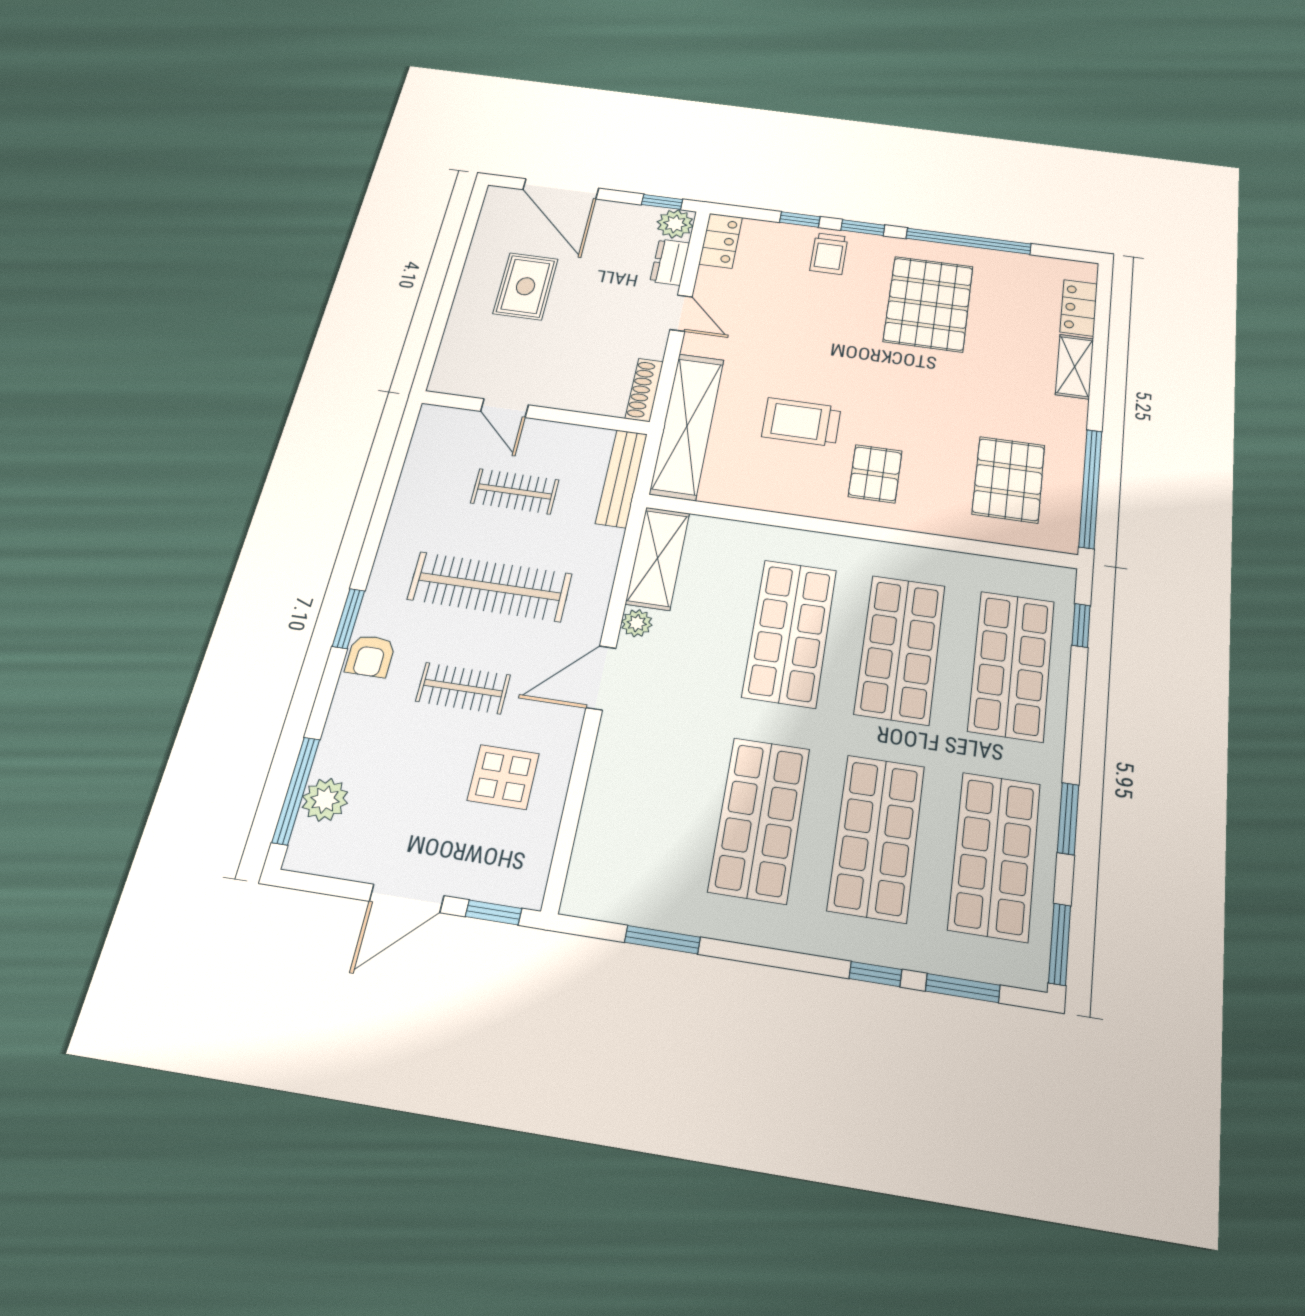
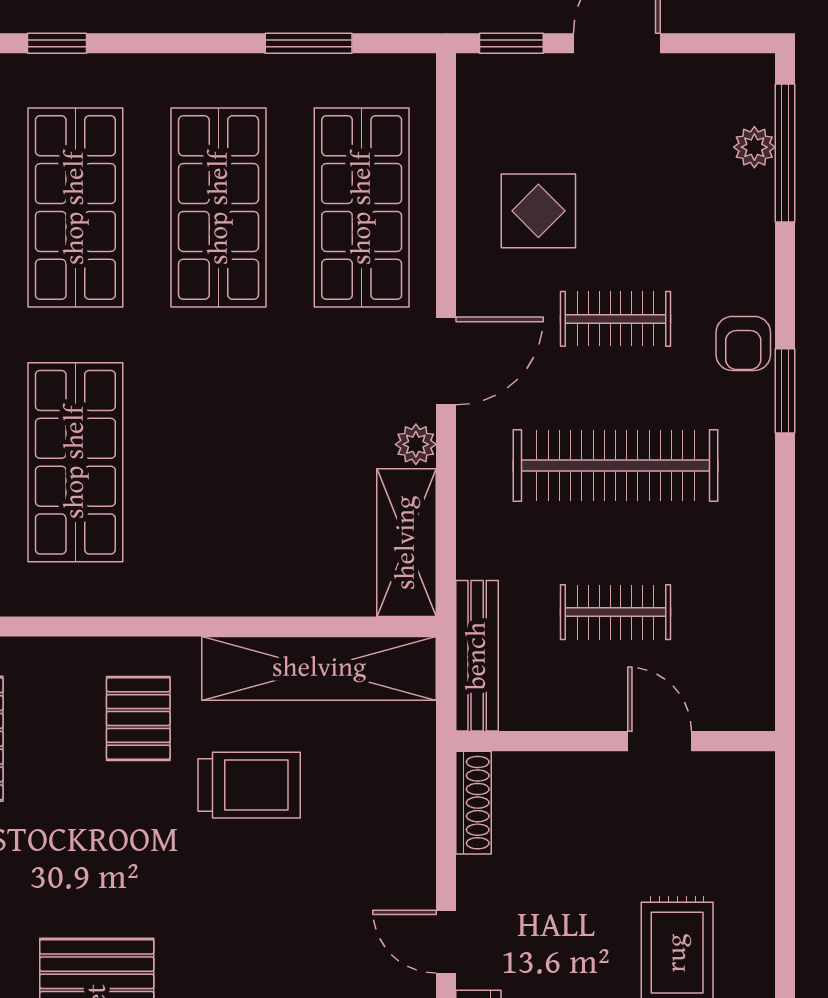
shelving: (687, 426) -> (319, 668), moved, turned 90
shop shelf: (790, 633) -> (362, 208), moved
armchair: (370, 656) -> (743, 343), turned 180
plant: (325, 800) -> (754, 147), width x0.73, depth x0.73

